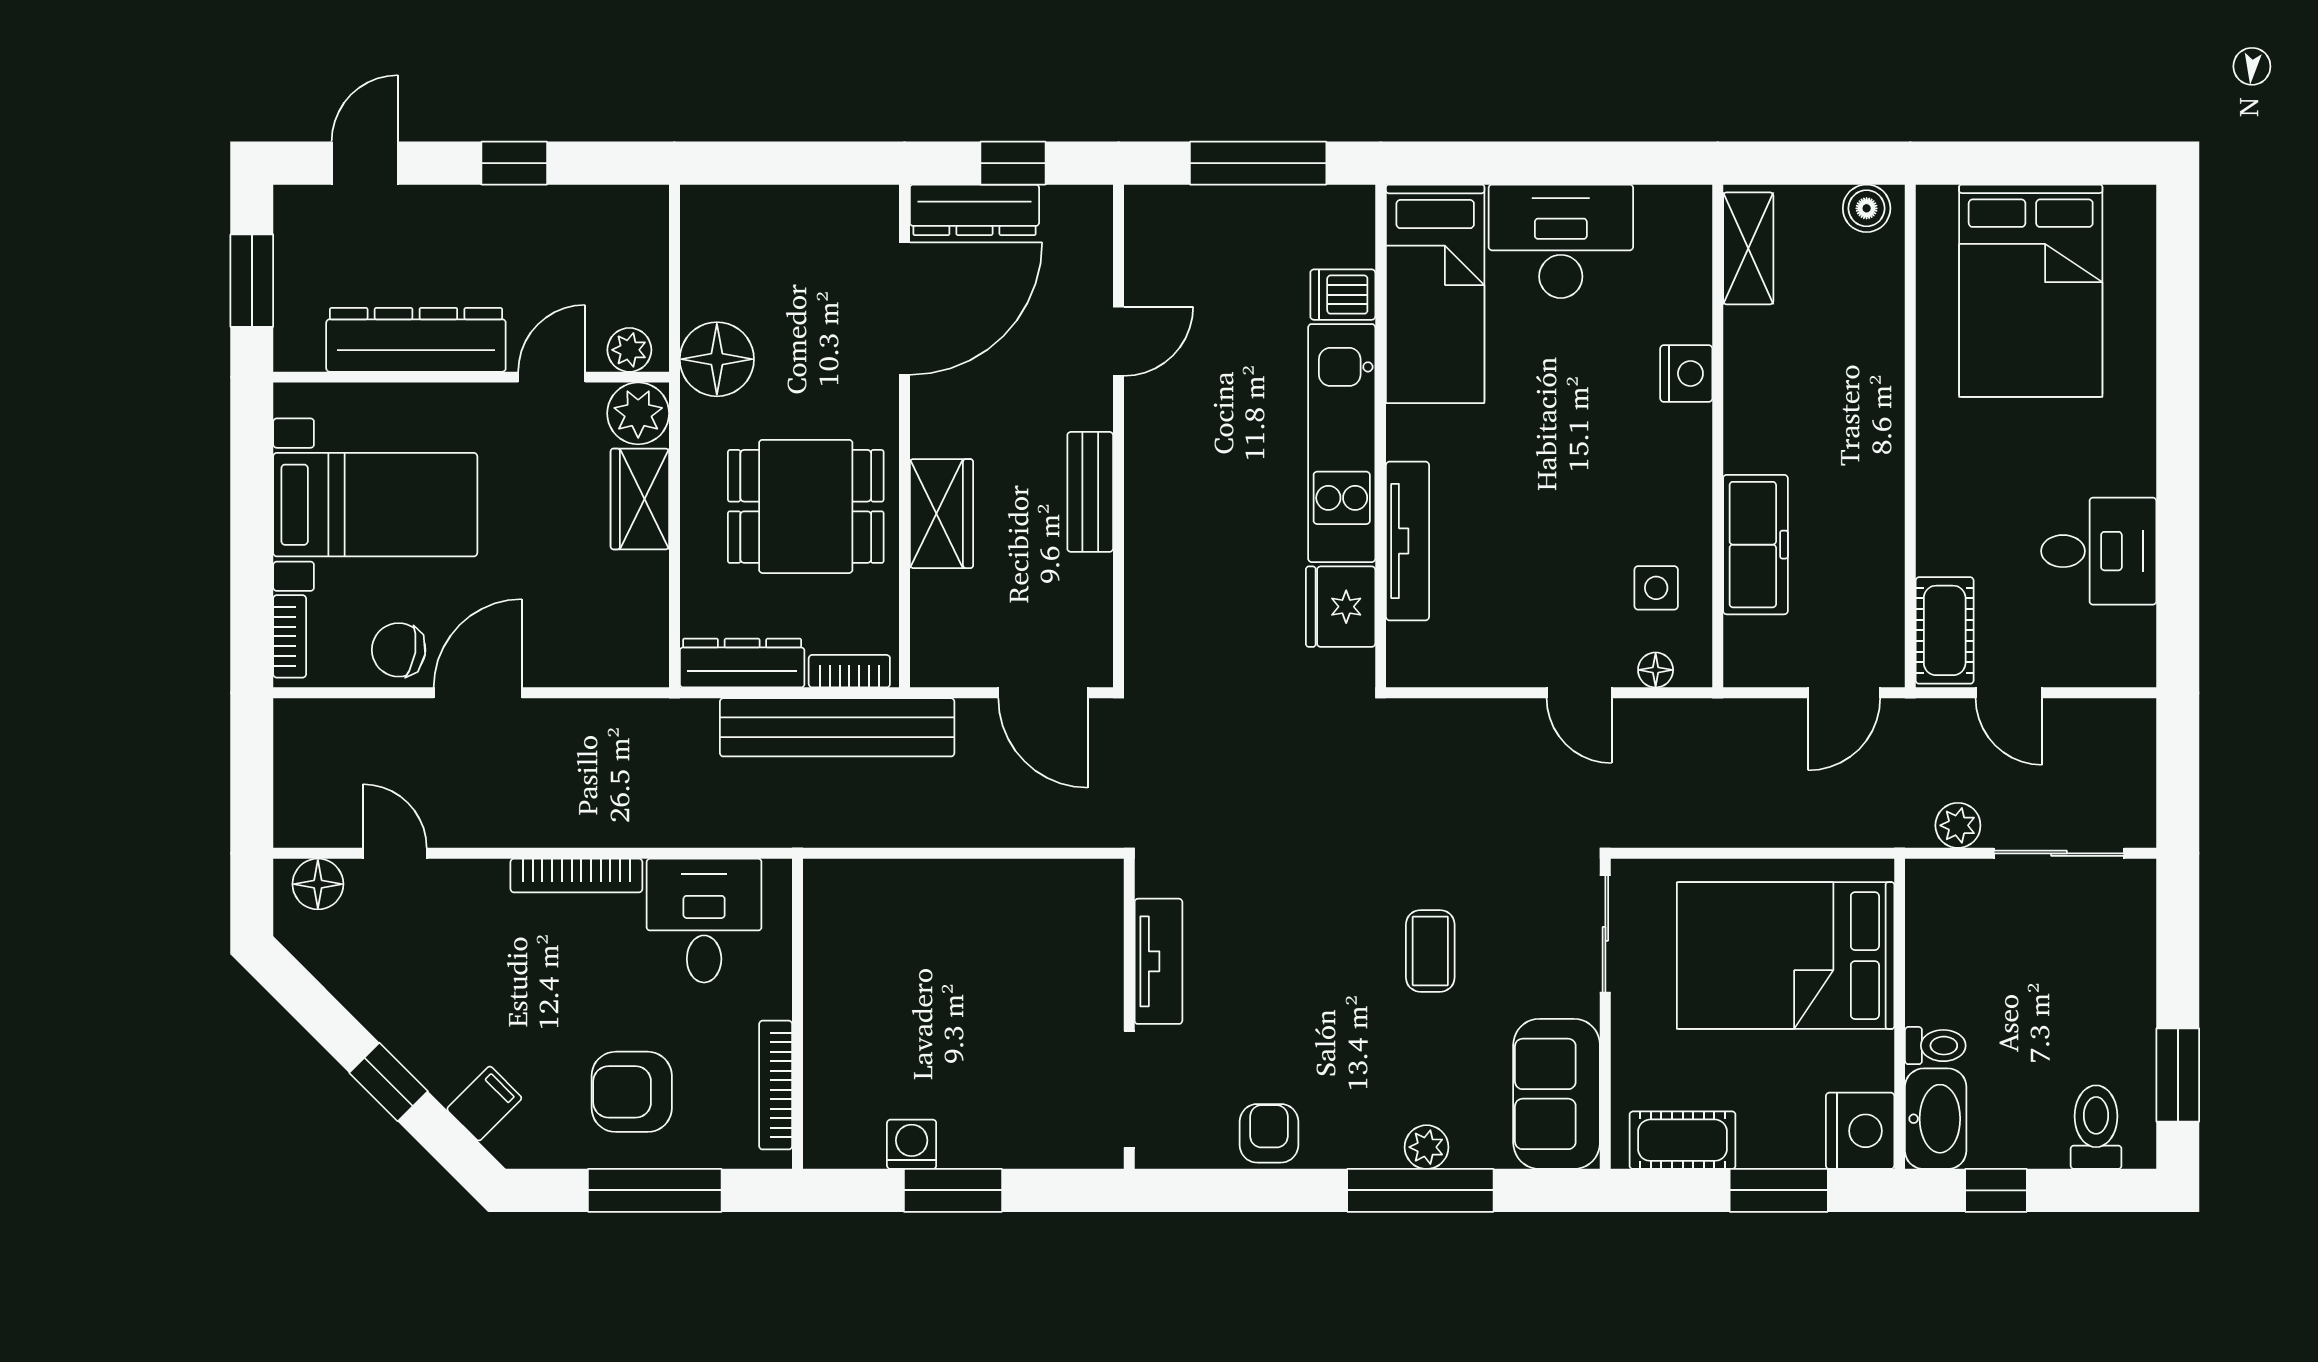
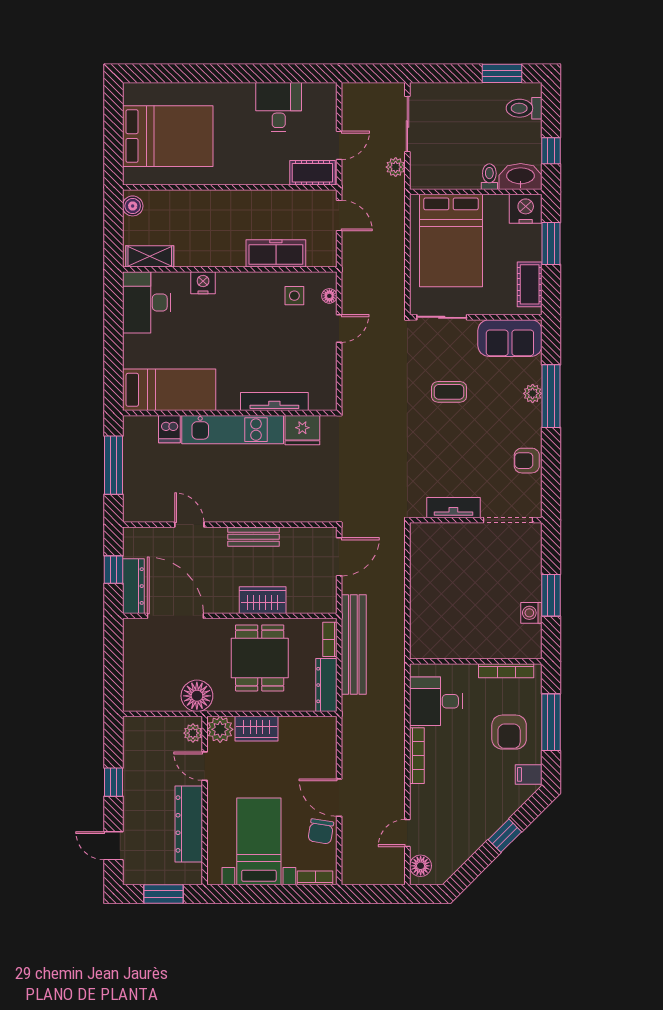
desk: (1561, 241) -> (147, 302), moved
filing cabinet: (484, 1104) -> (529, 774), moved, turned -45

